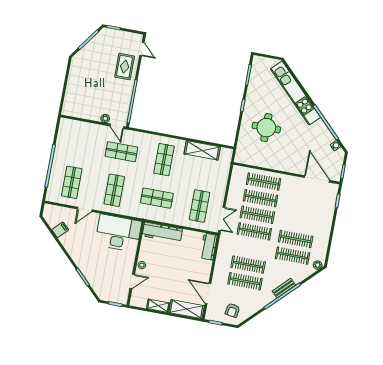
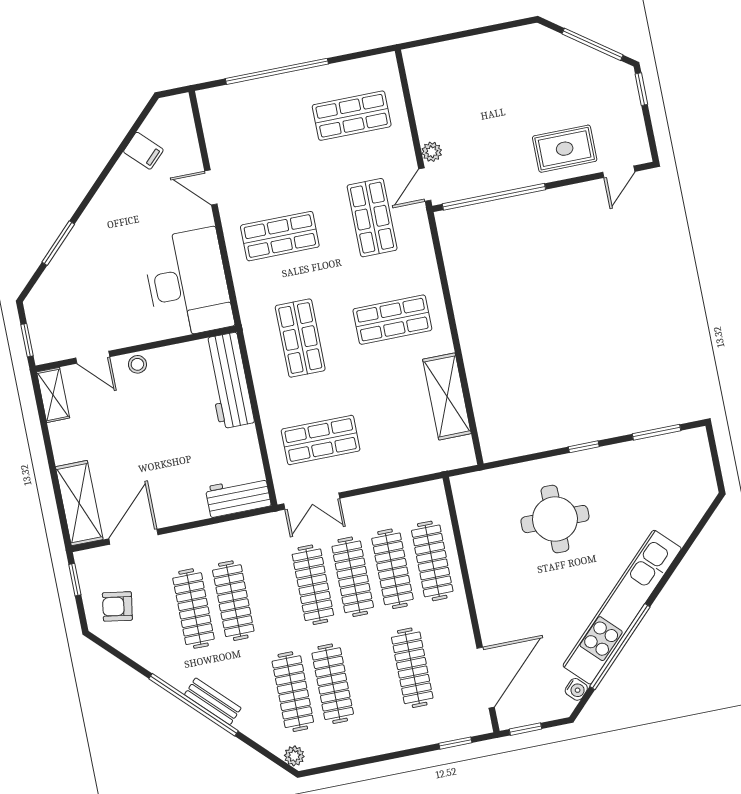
kitchen unit: (296, 93) -> (622, 607), moved
shop shelf: (72, 182) -> (352, 116), moved
clothes rail: (302, 206) -> (412, 668), added
shelving: (158, 306) -> (53, 395), moved

